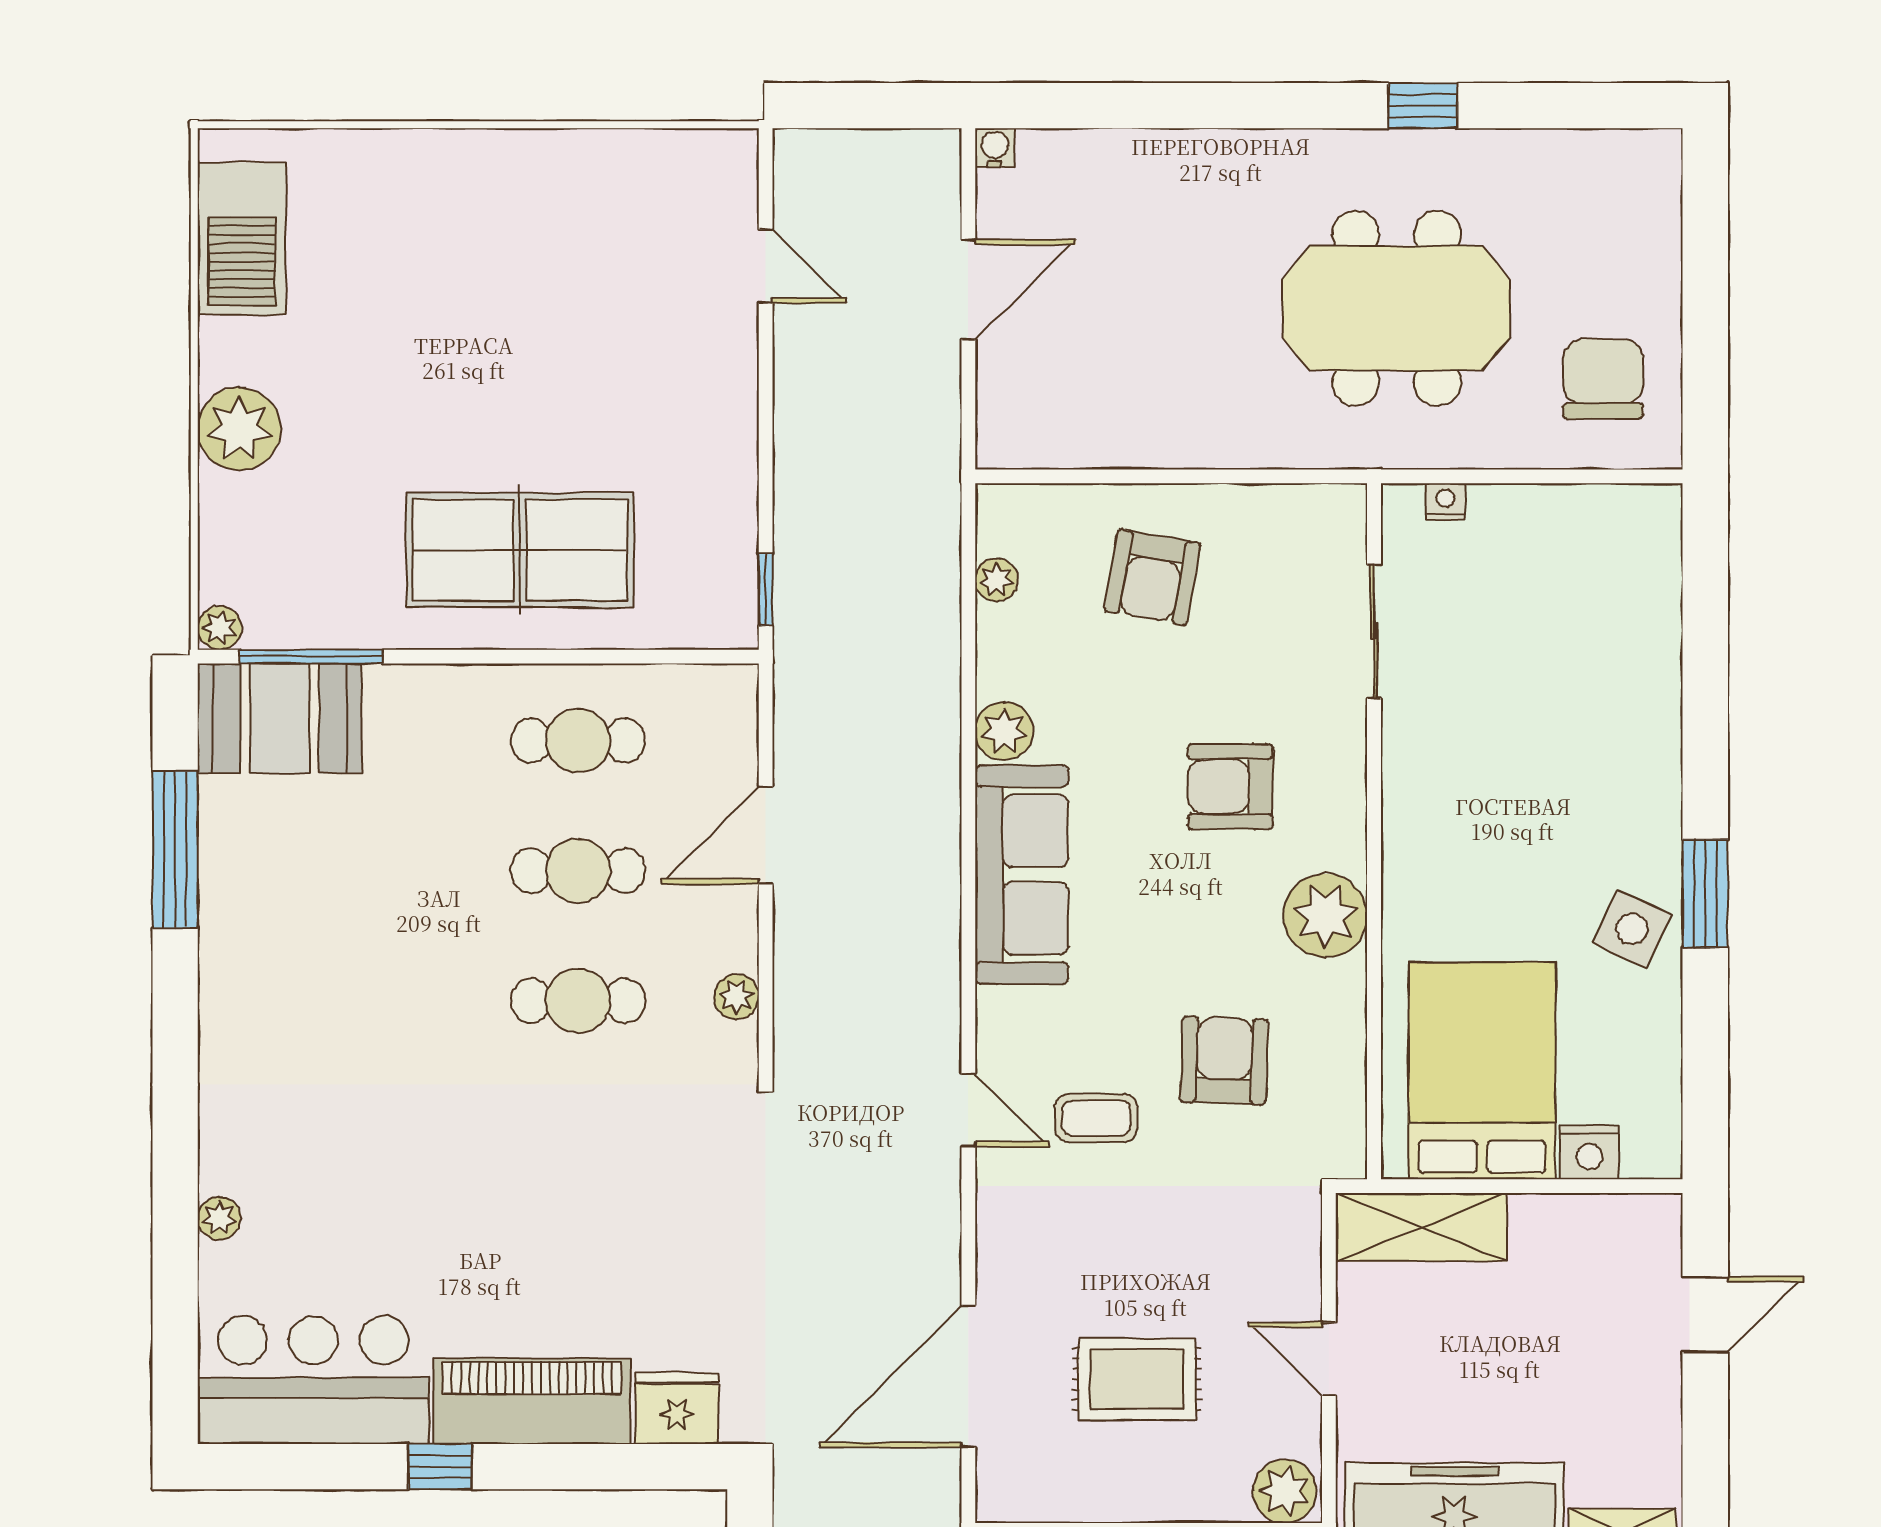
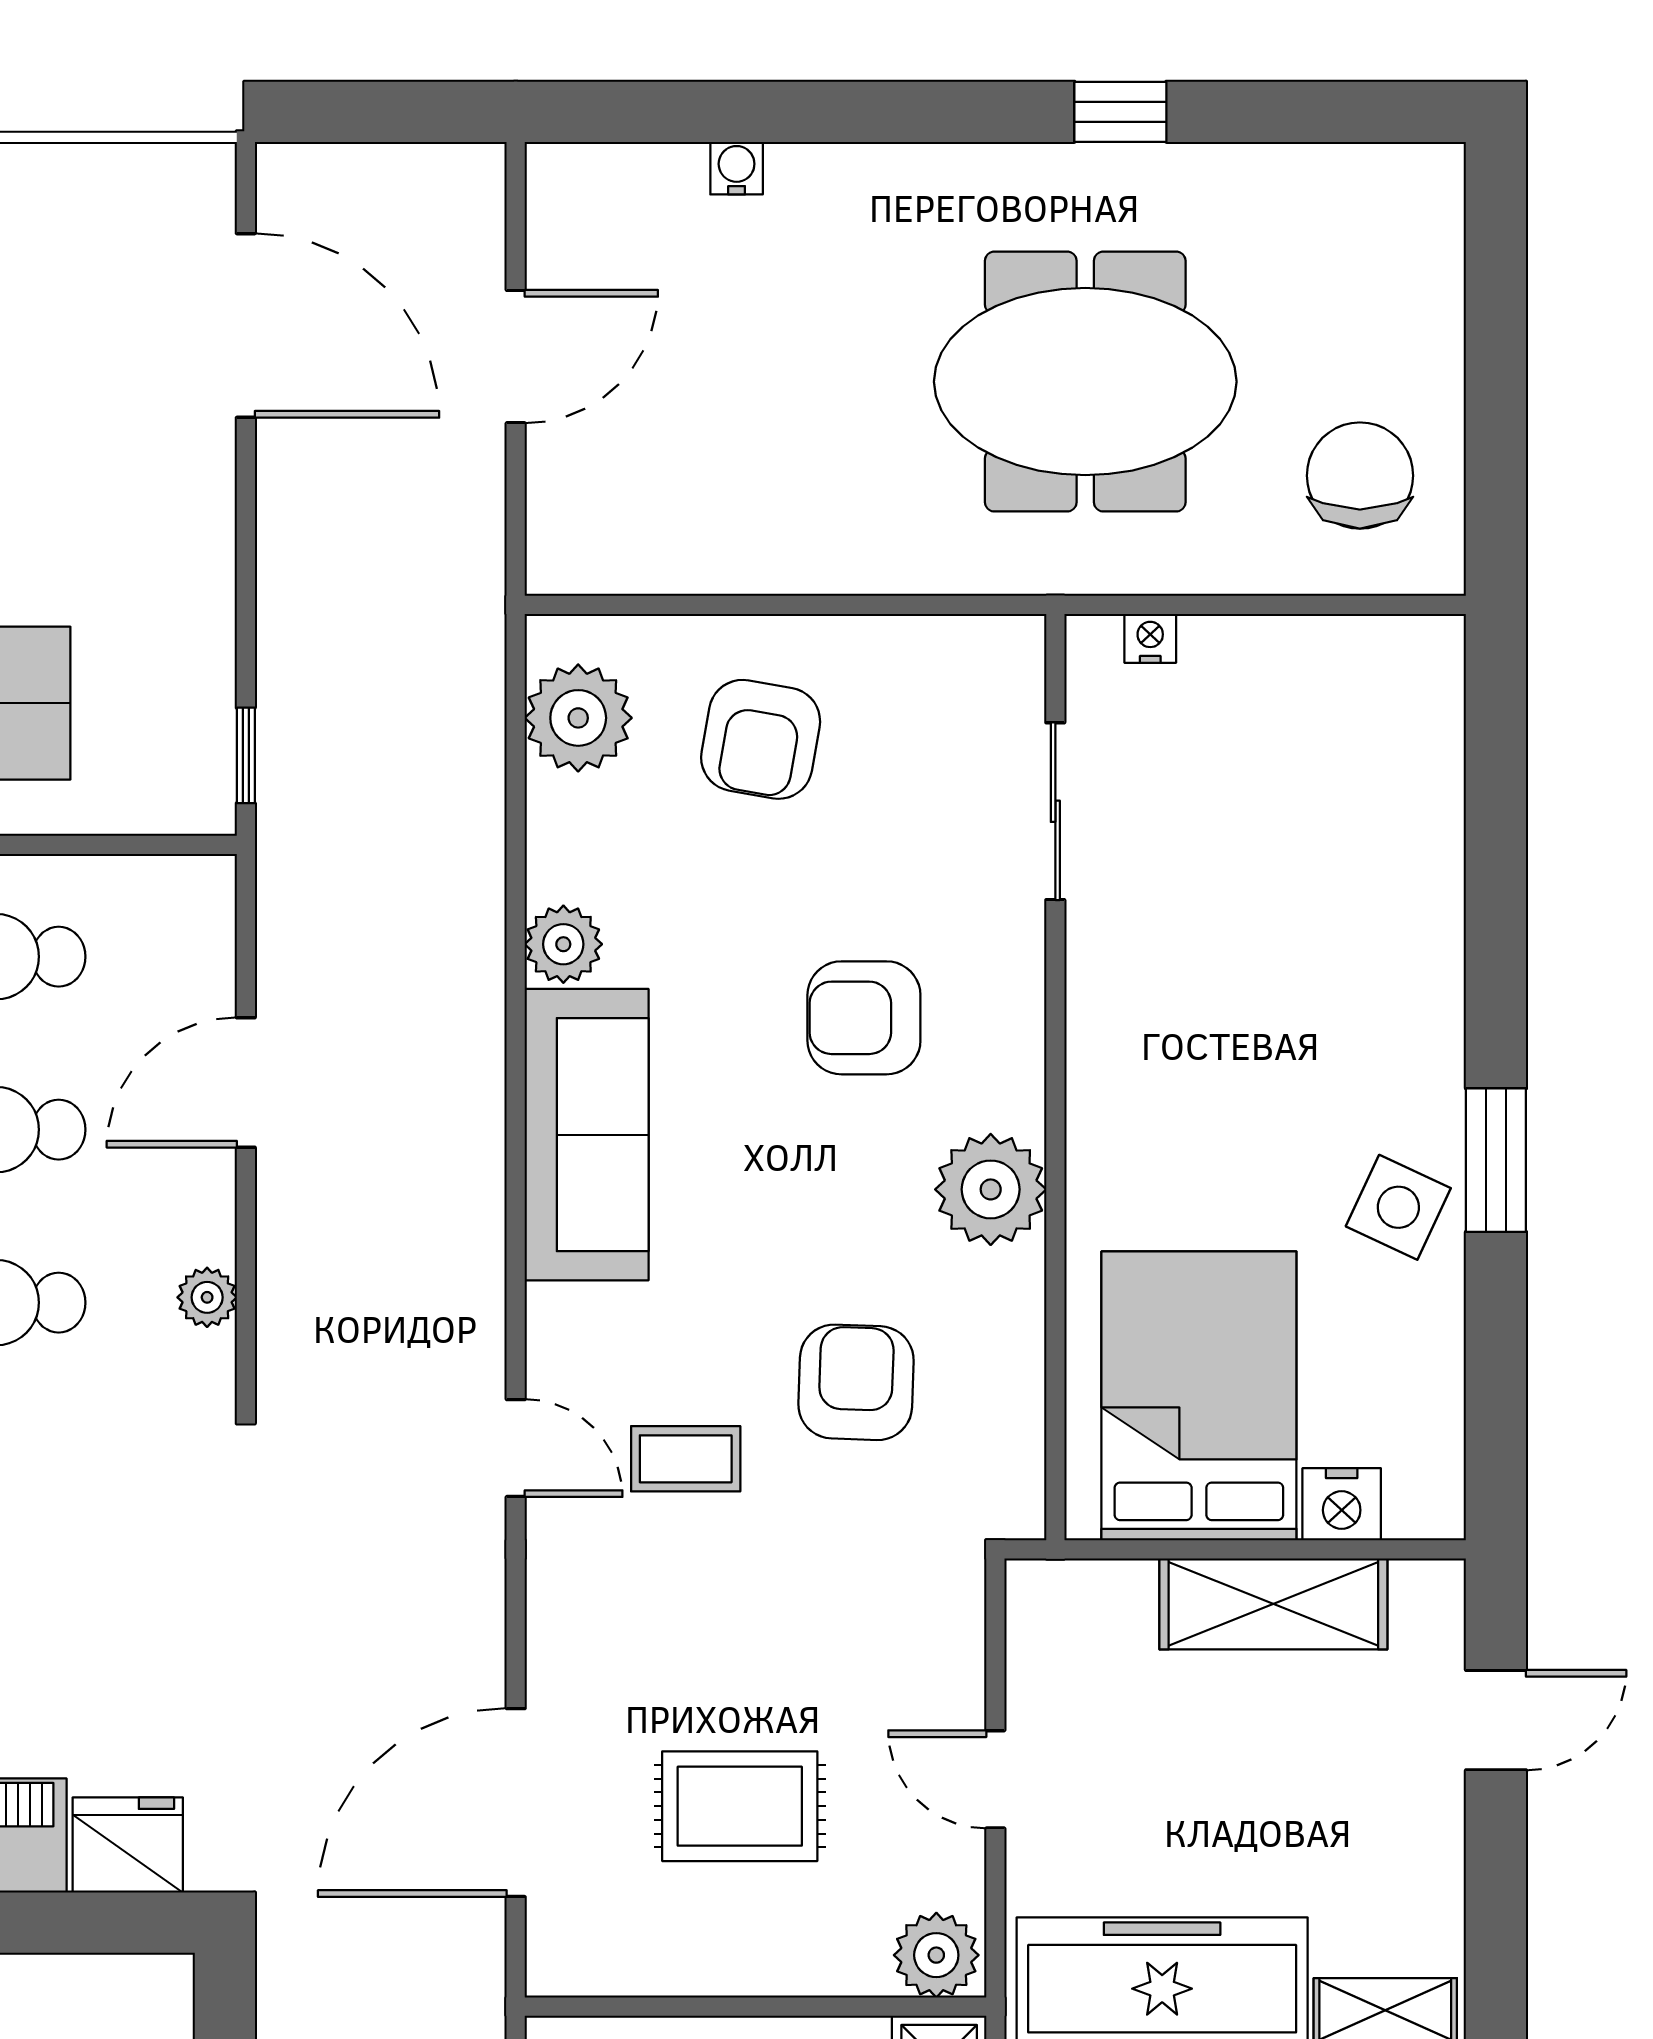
water cooler: (995, 148) -> (737, 168), moved
door: (766, 266) -> (246, 326), width x1.87
plant: (997, 580) -> (578, 718), width x1.87, depth x1.87
shelving: (1421, 1227) -> (1273, 1604), moved

